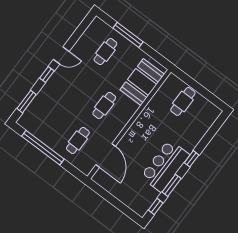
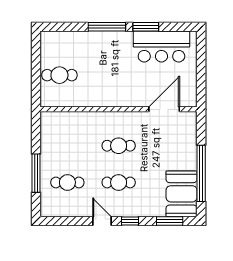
booth: (142, 82) -> (182, 194), moved, turned 90
cafe table: (78, 140) -> (119, 182), moved
window: (192, 159) -> (107, 27), width x2.17
bar counter: (165, 166) -> (161, 47), moved
window: (156, 206) -> (177, 27), removed

